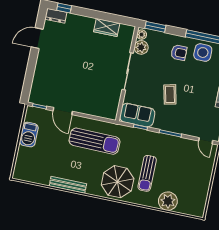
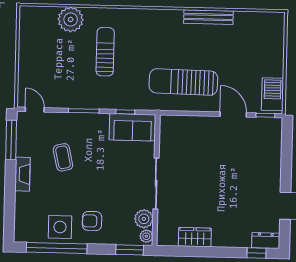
coffee table: (170, 94) -> (63, 157), moved
barbecue: (29, 135) -> (272, 94), moved
parasol: (118, 182) -> (143, 33), removed

